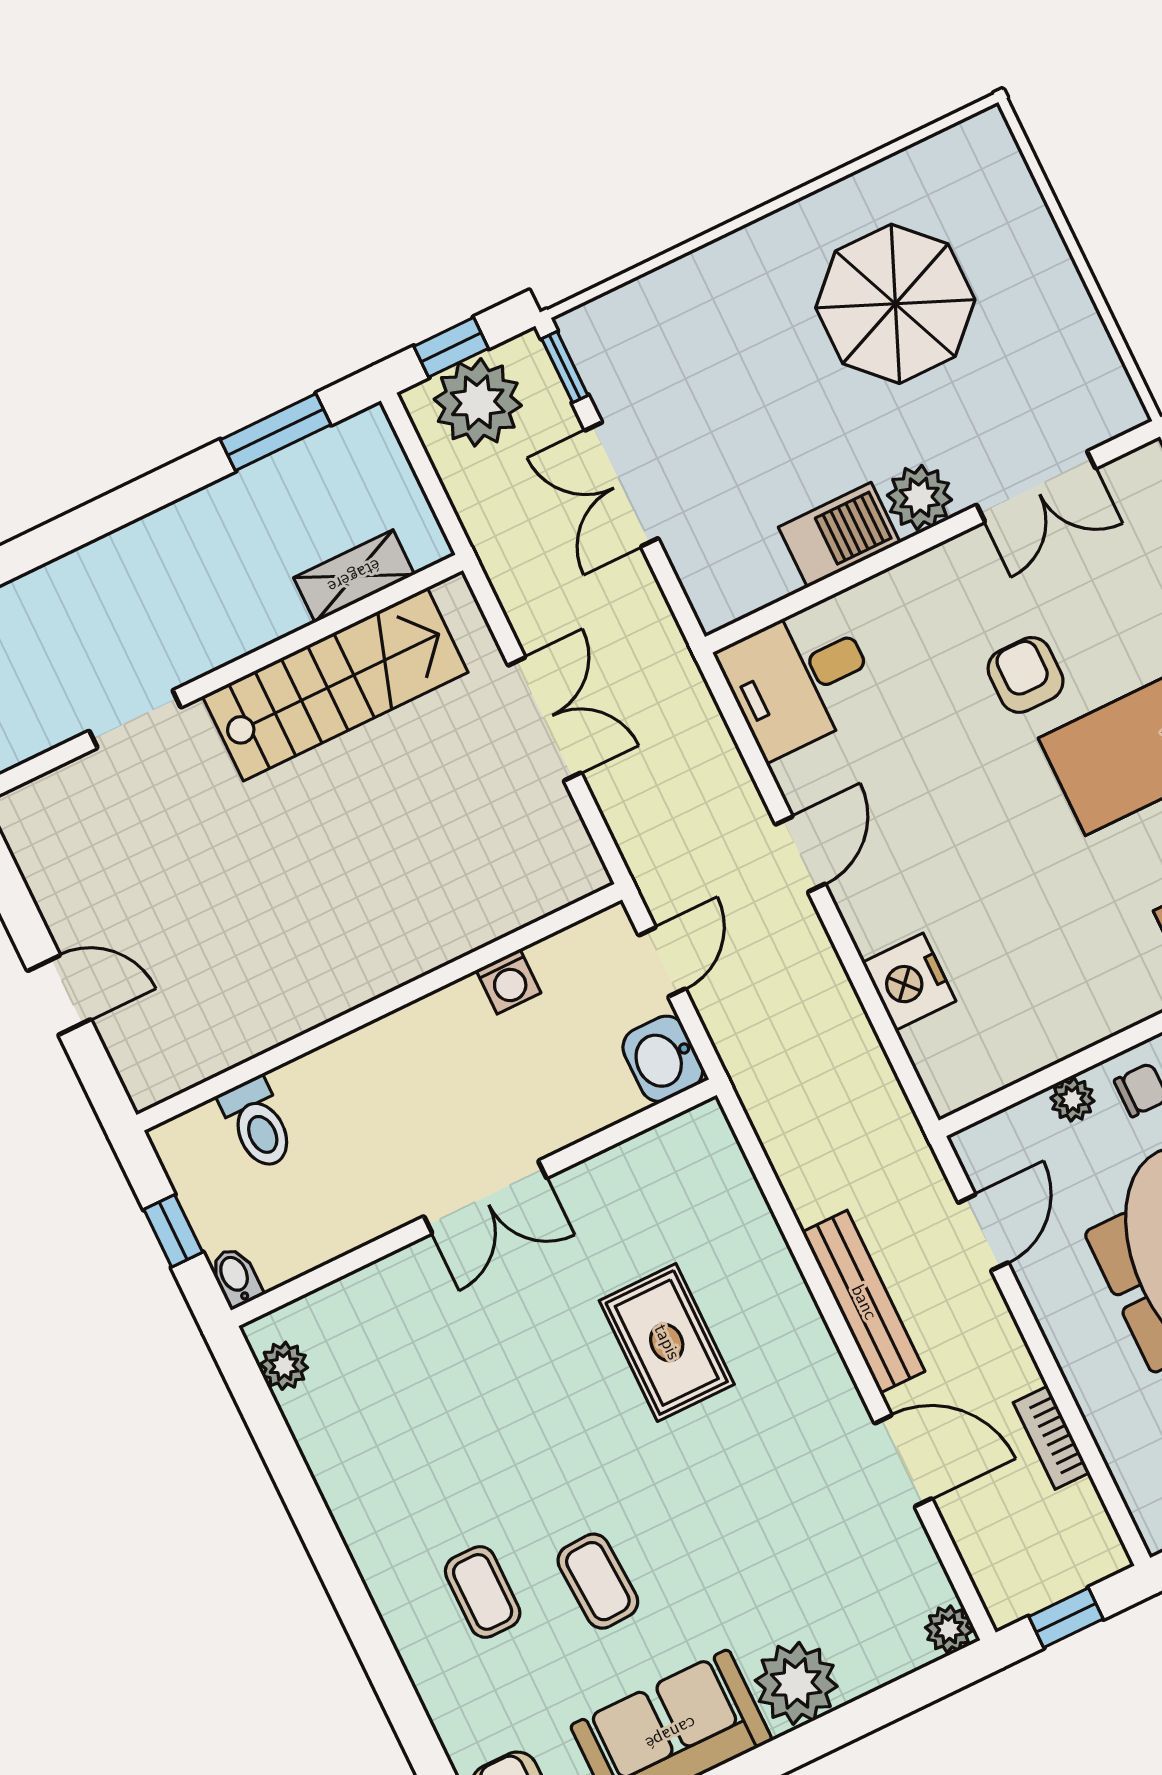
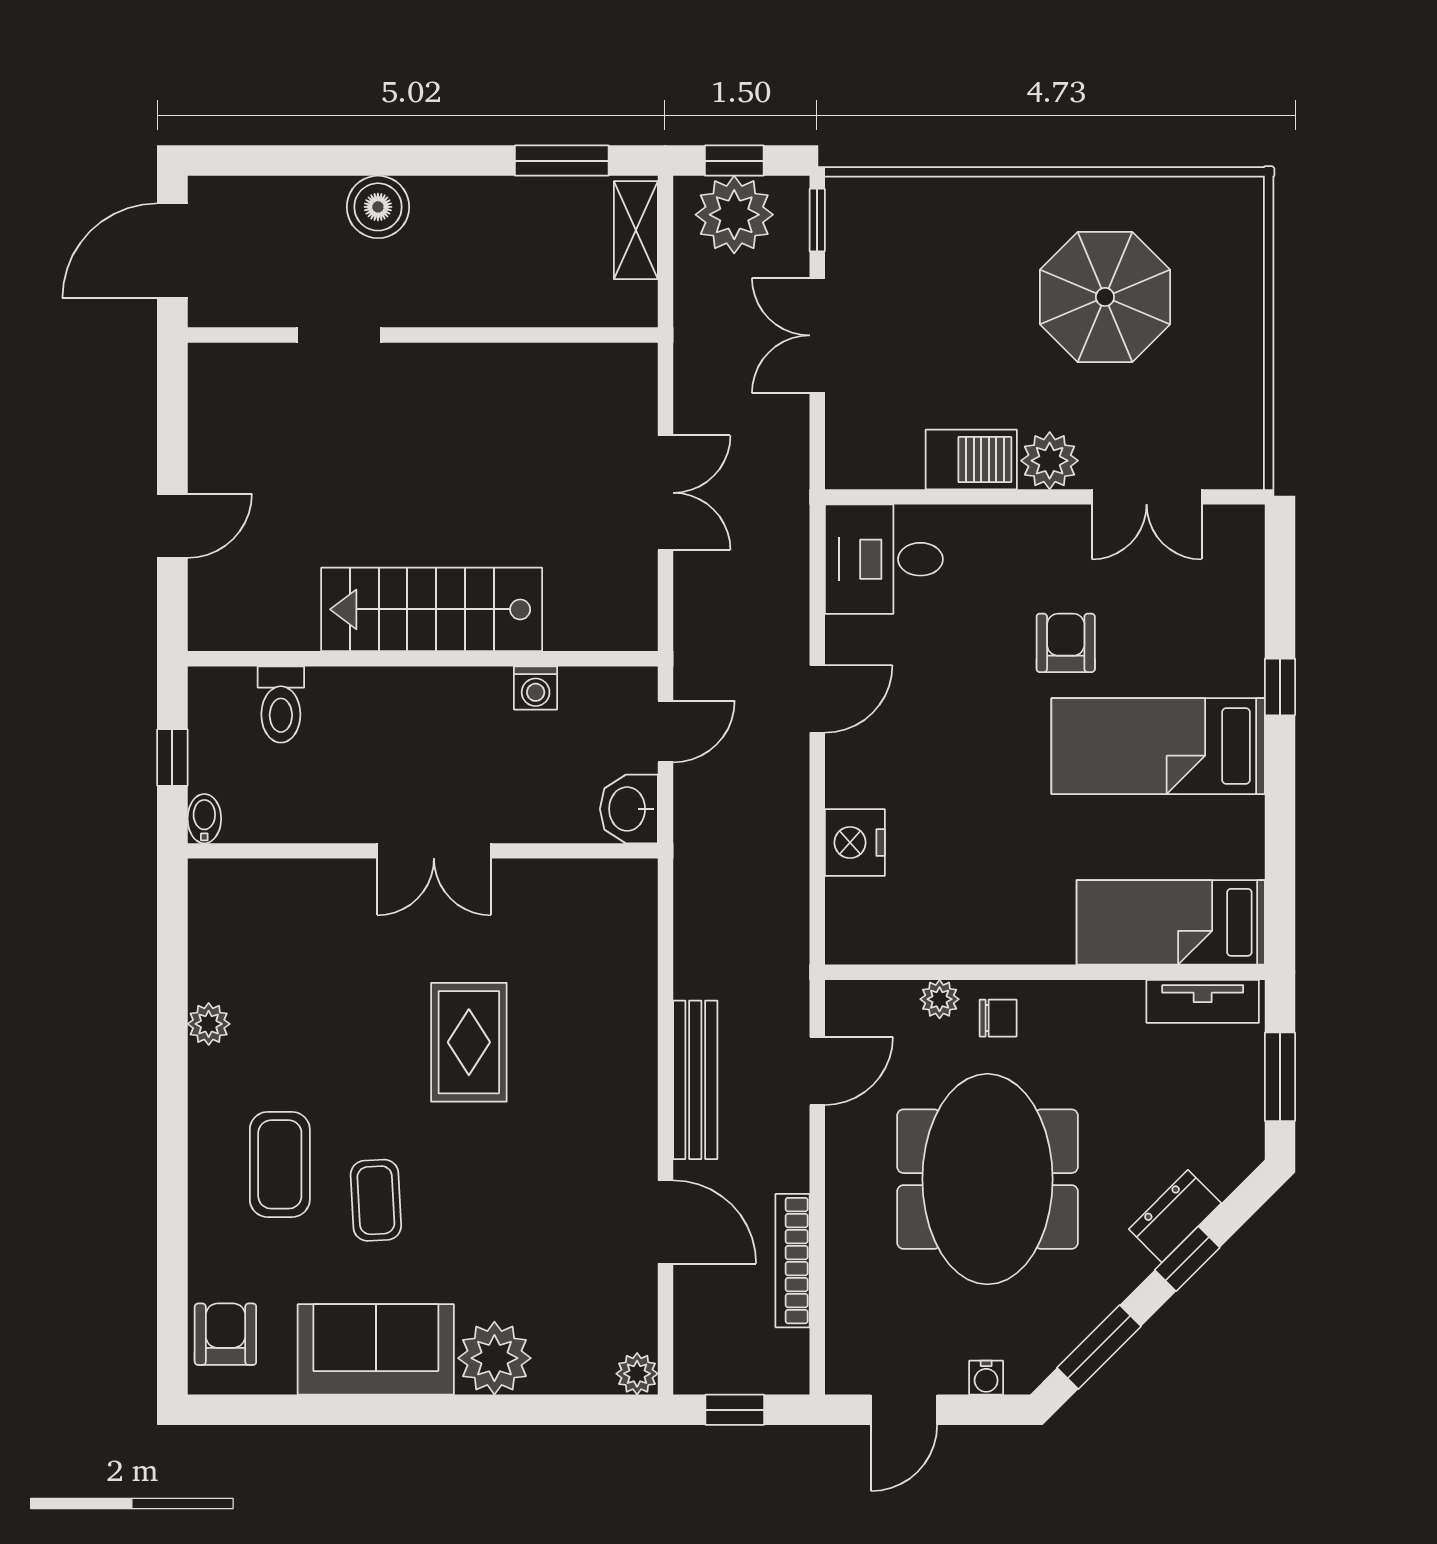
boiler: (112, 570) -> (378, 207), added
shelving: (354, 576) -> (636, 230), moved, turned 90
stairs: (335, 684) -> (432, 609), moved, turned 180
door: (59, 995) -> (172, 526), hinge flipped
rug: (667, 1342) -> (469, 1042), moved
plant: (284, 1366) -> (209, 1024), moved
bookcase: (1051, 1438) -> (793, 1261), width x1.56
coffee table: (483, 1592) -> (280, 1164), width x1.36, depth x1.30

